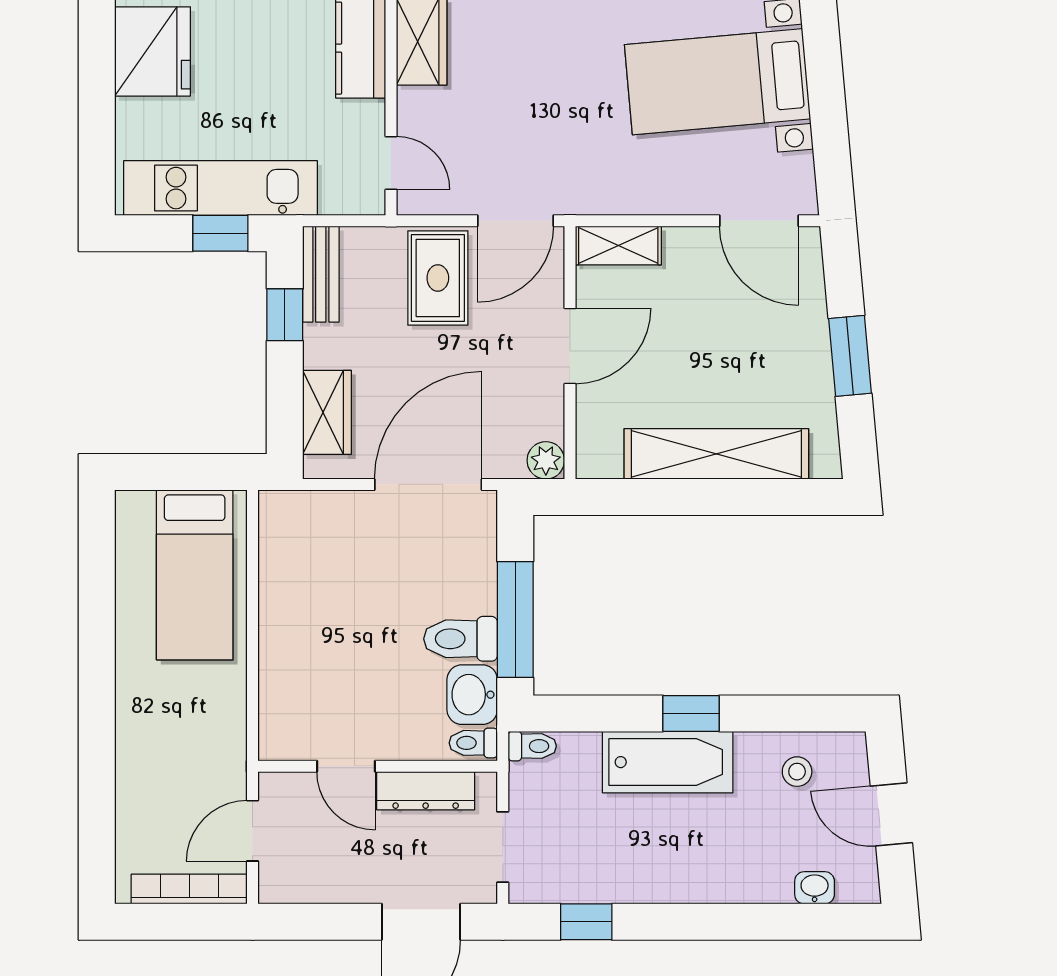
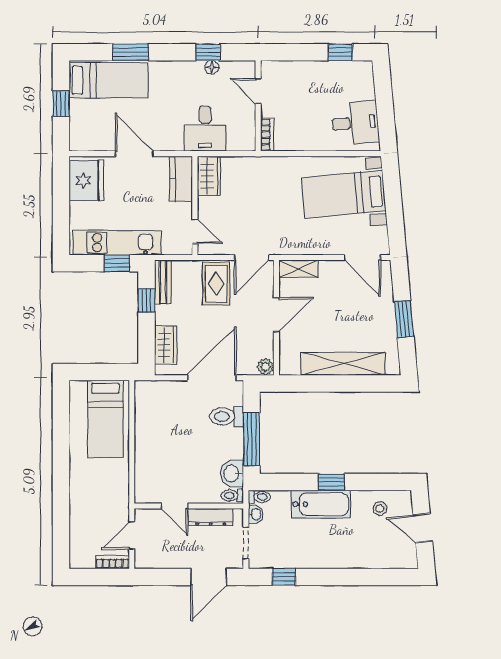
toilet: (461, 639) -> (227, 416), moved
washbasin: (815, 888) -> (256, 514), moved, turned 90
bookcase: (189, 889) -> (112, 562), width x0.64

